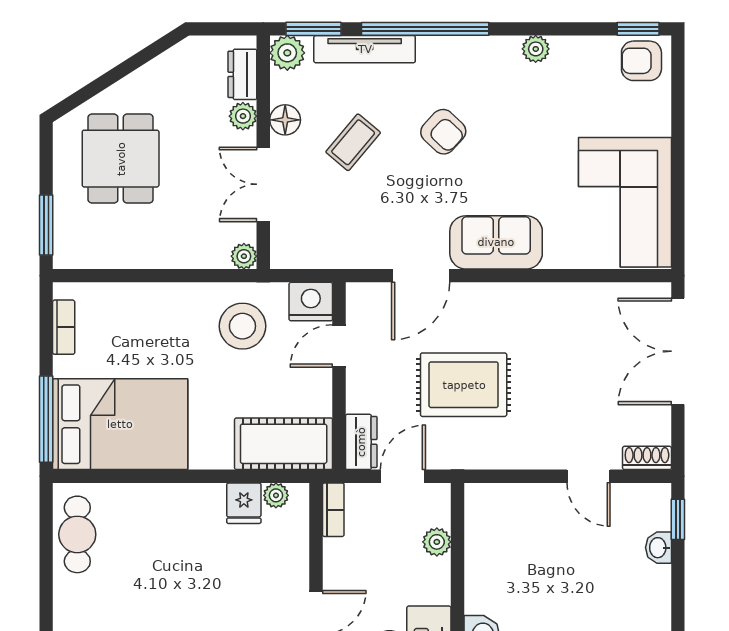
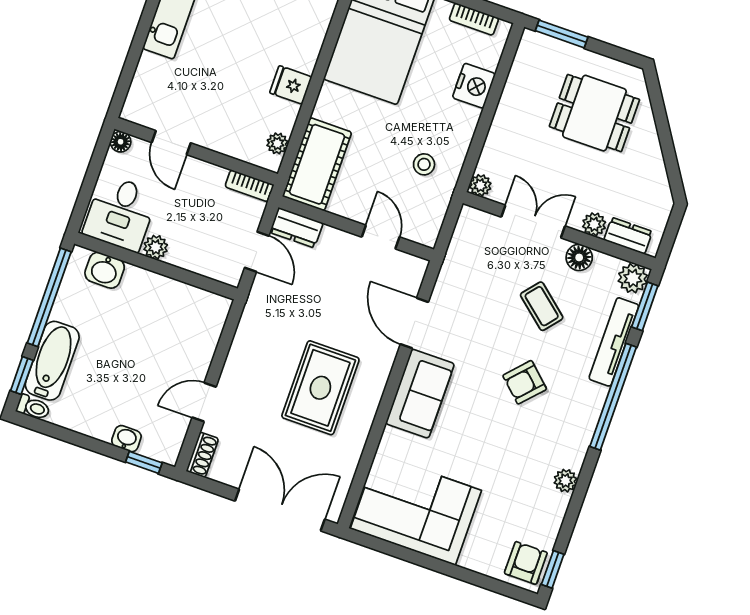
nightstand: (311, 302) -> (474, 86), moved
stool: (242, 326) -> (424, 164), width x0.53, depth x0.53
rug: (464, 385) -> (320, 388), moved
fridge: (244, 503) -> (291, 85), moved
plant: (437, 542) -> (156, 247), moved

